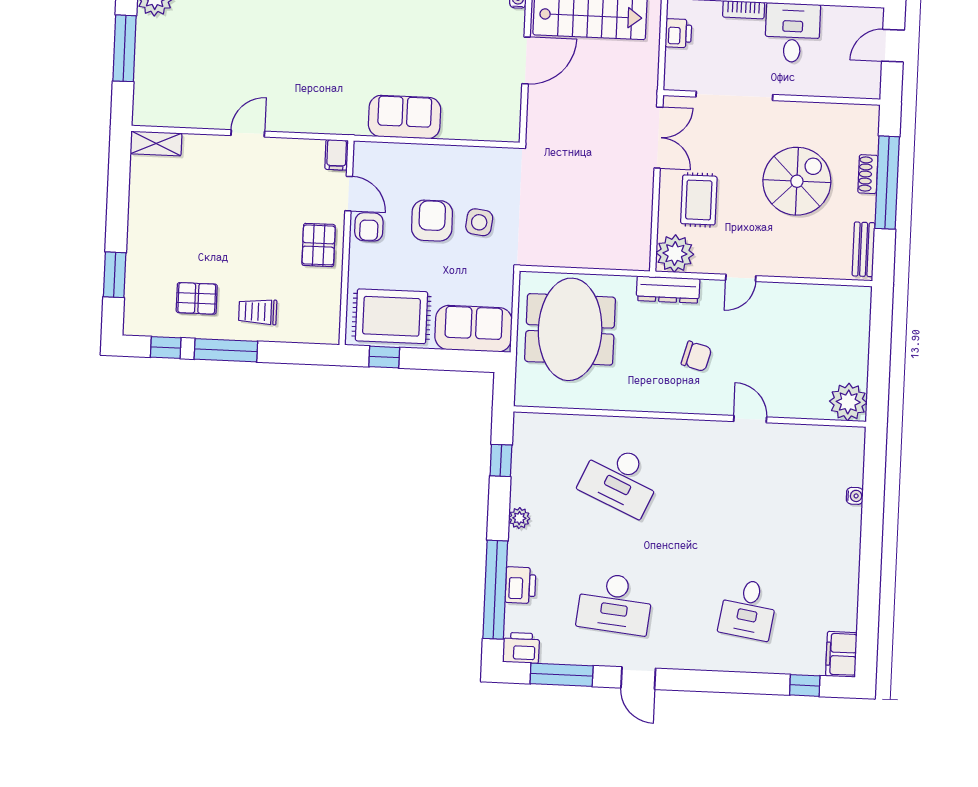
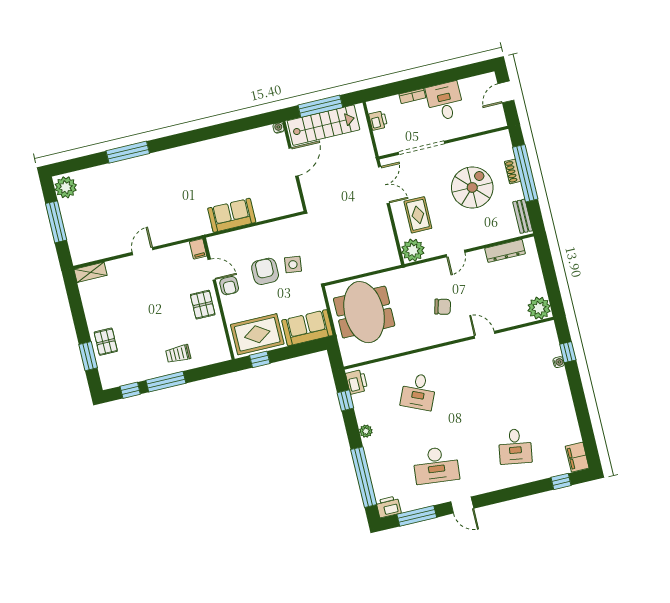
dresser: (668, 290) -> (505, 251), moved
pallet: (197, 298) -> (106, 342), moved, turned 90
desk: (620, 479) -> (419, 392), width x0.73
window: (874, 484) -> (568, 352), added
printer: (521, 585) -> (357, 382), moved

